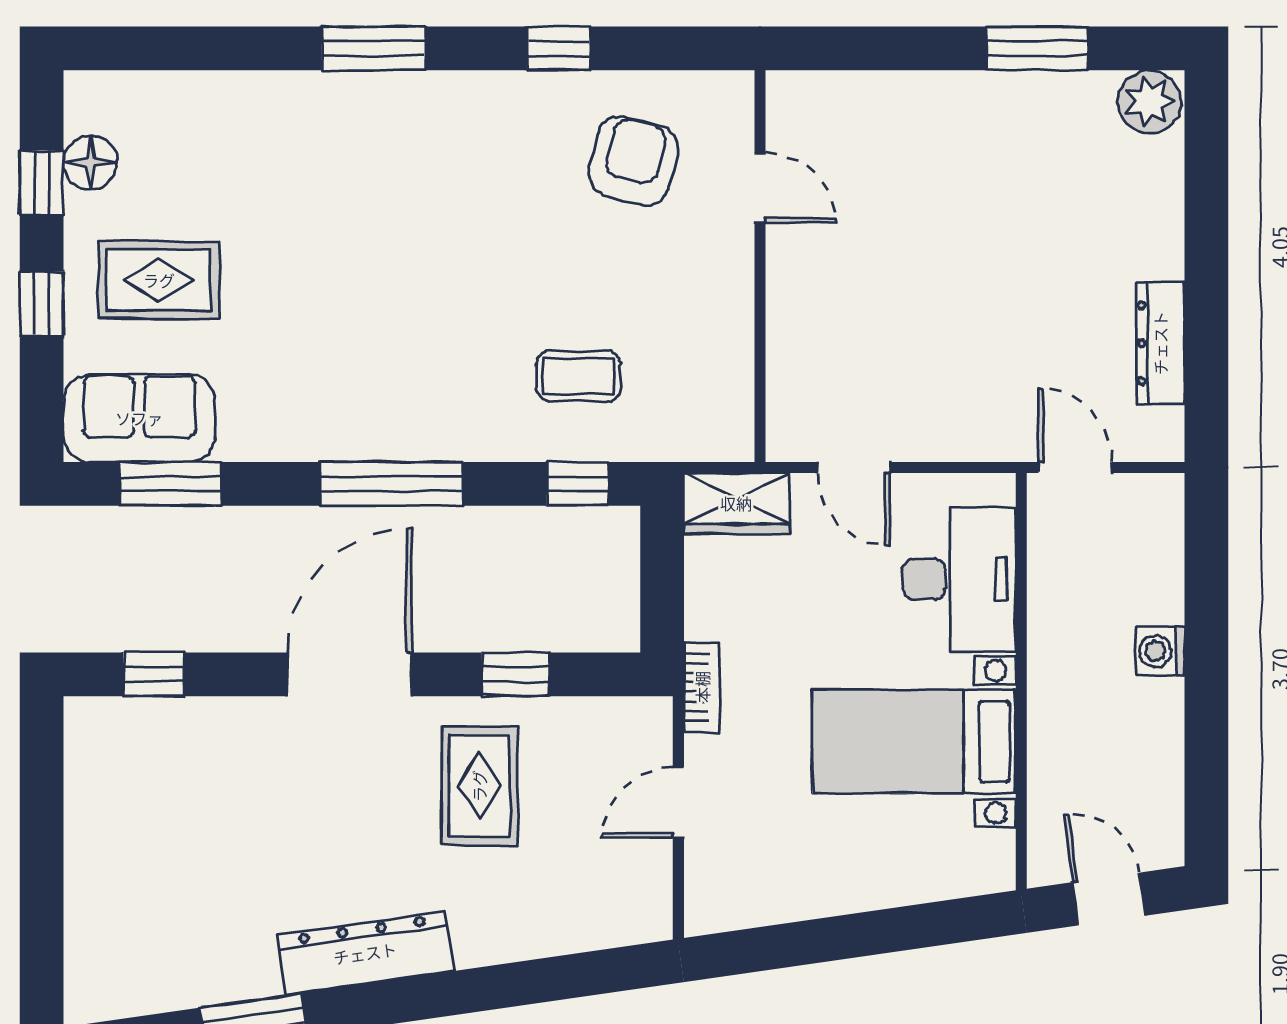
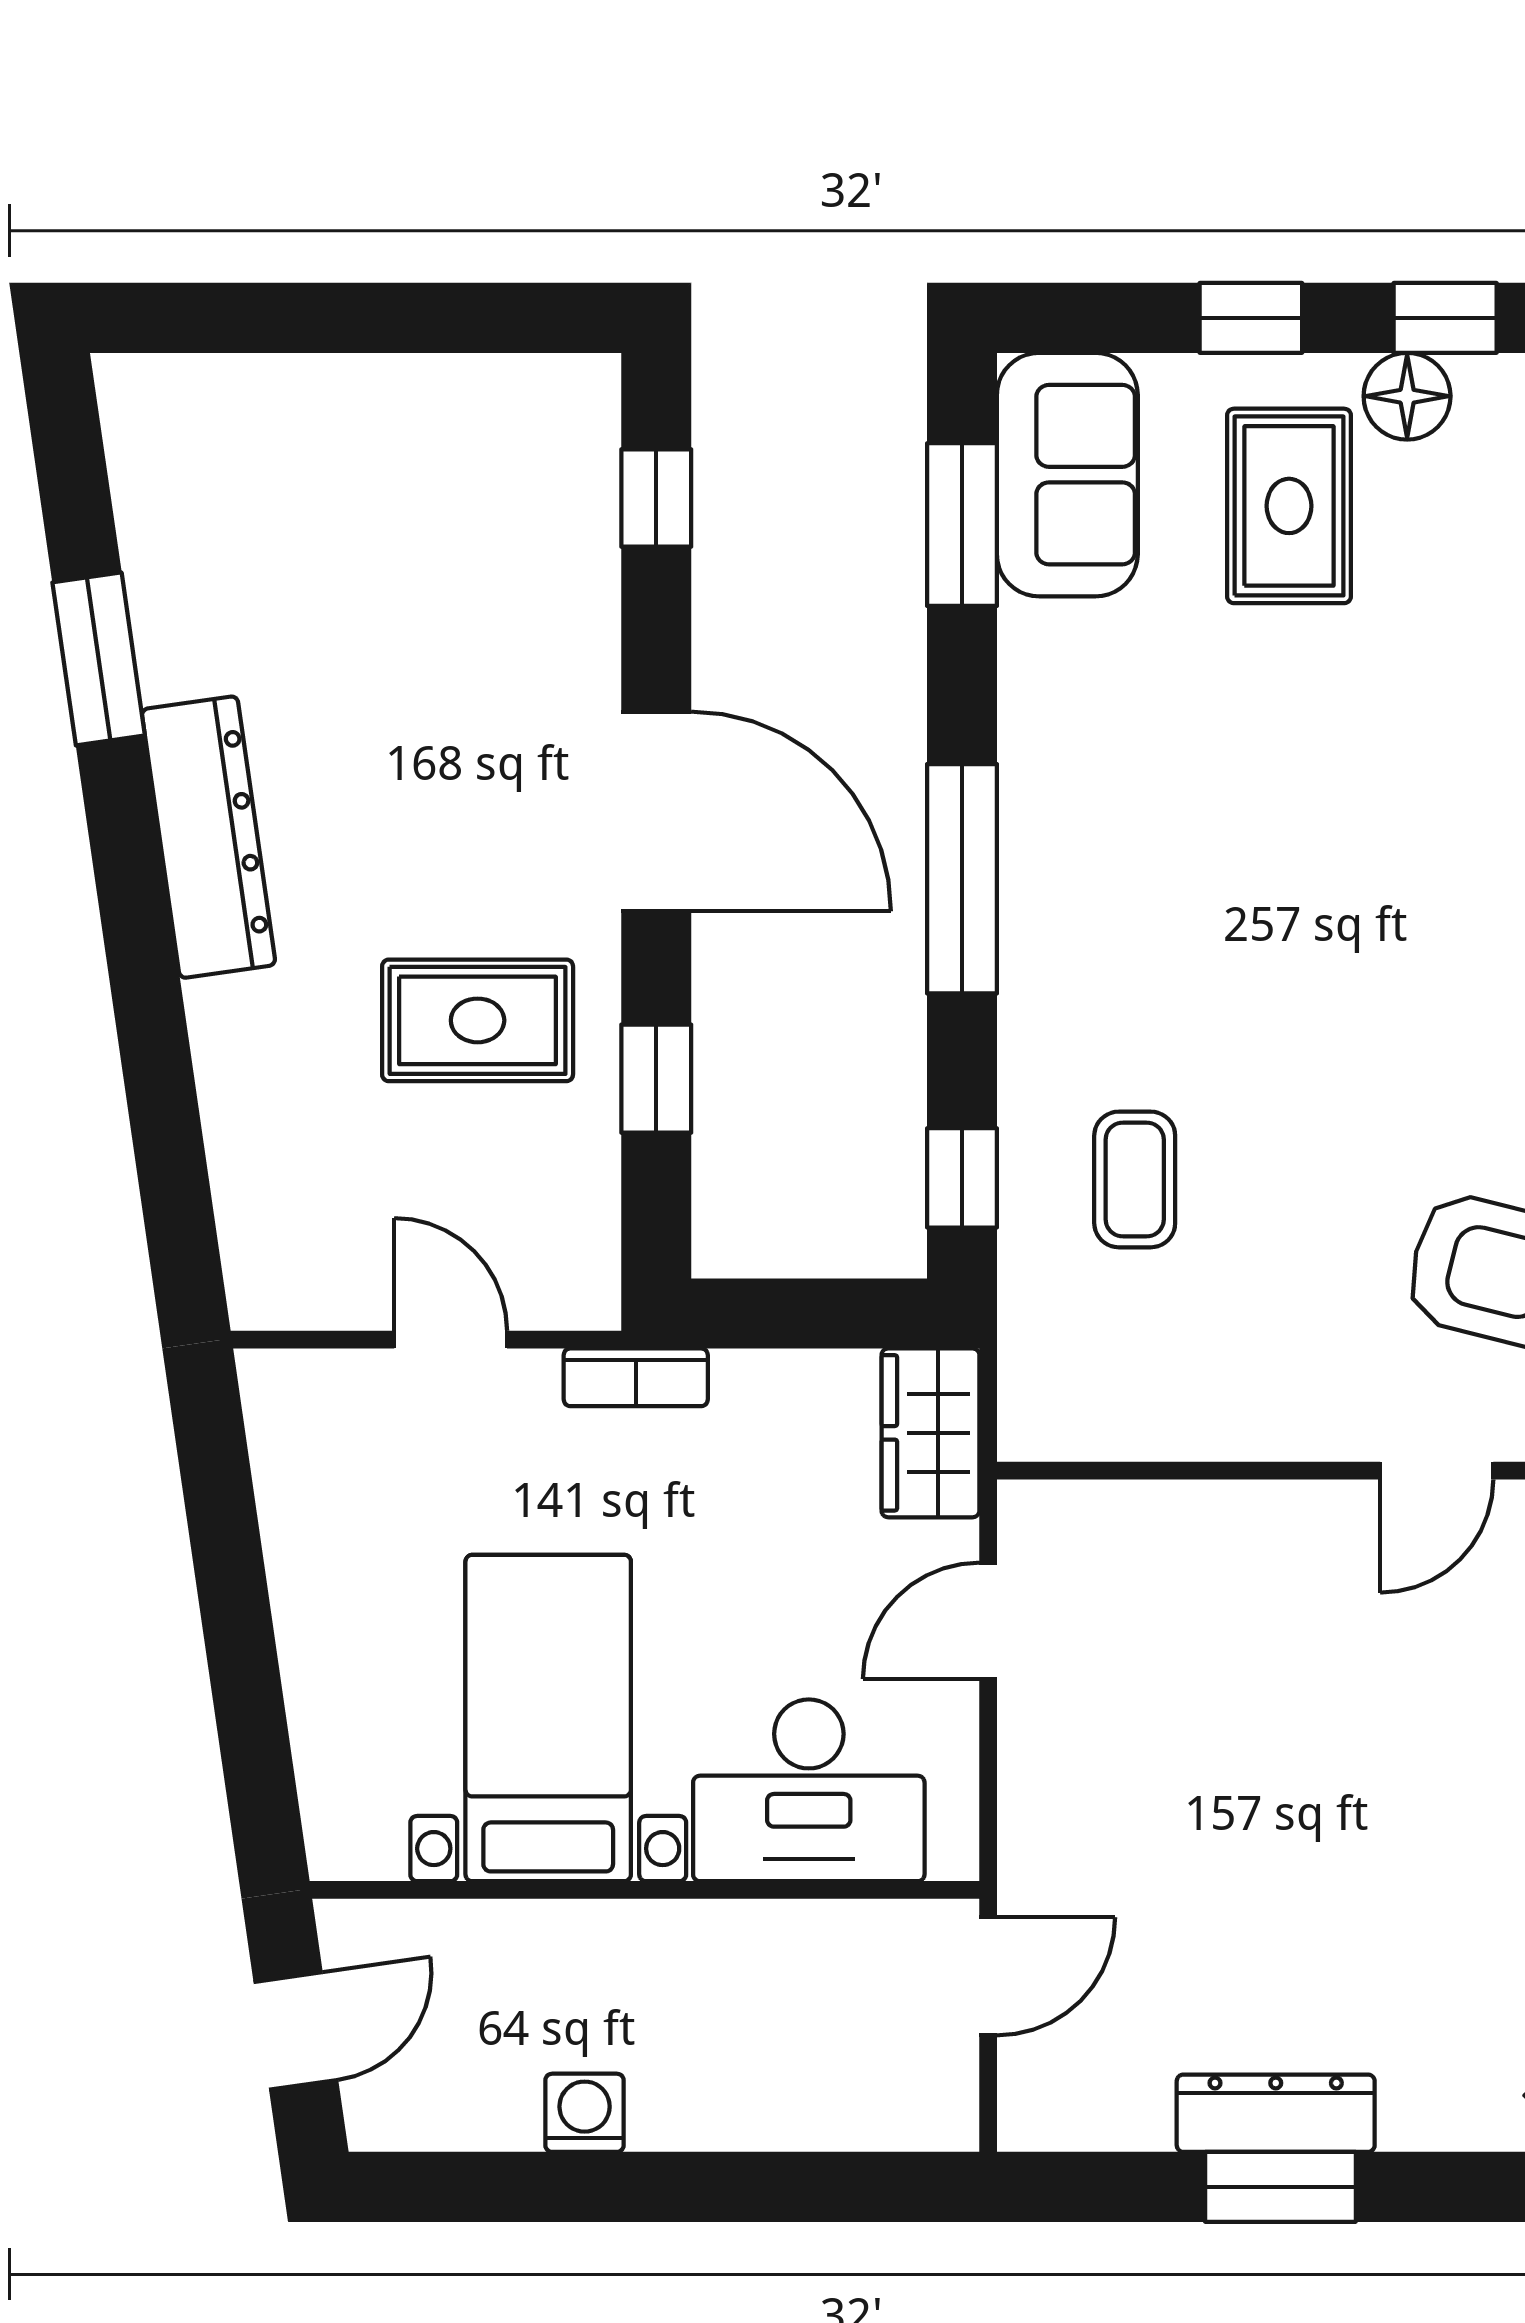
floor lamp: (90, 162) -> (1407, 396), moved
window: (1206, 285) -> (1280, 2187), added
dresser: (1160, 343) -> (1276, 2113), moved
washing machine: (1160, 651) -> (585, 2113), moved

